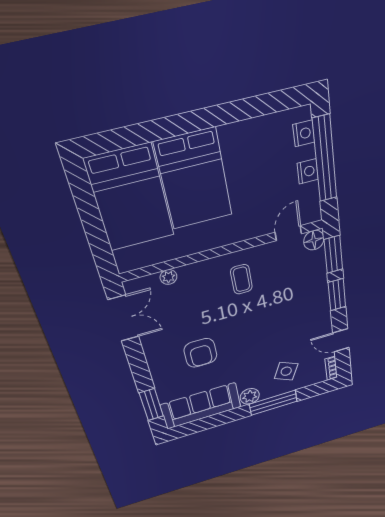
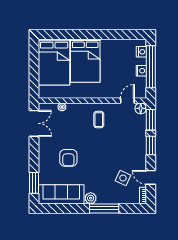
side table: (286, 371) -> (123, 178), moved

